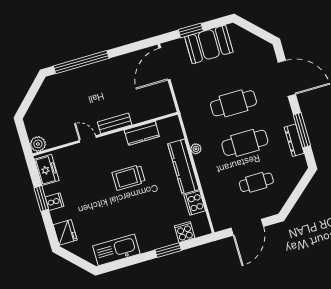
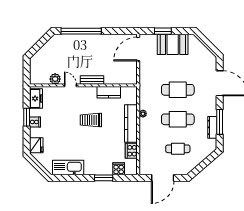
plant: (38, 144) -> (55, 79), moved

